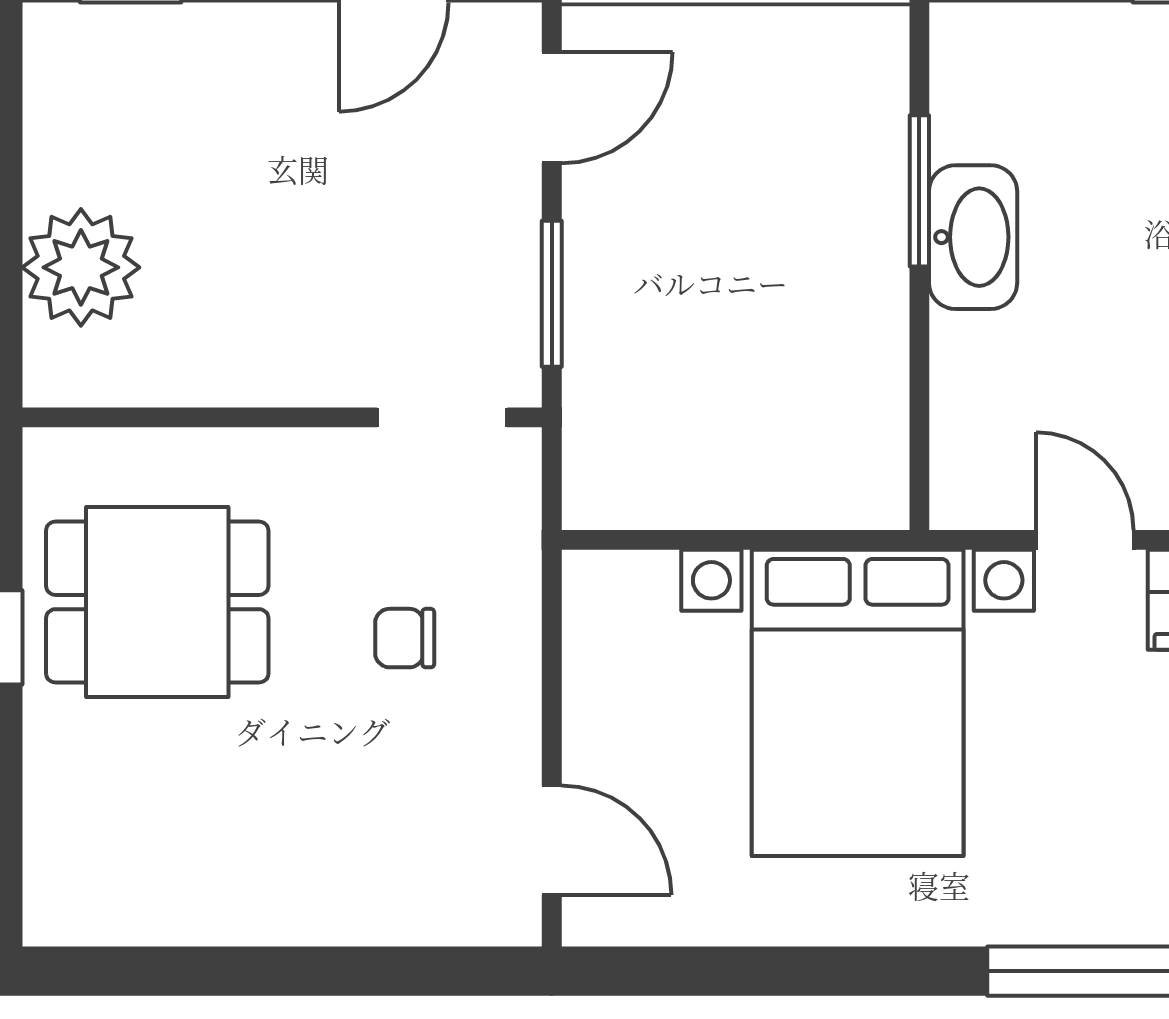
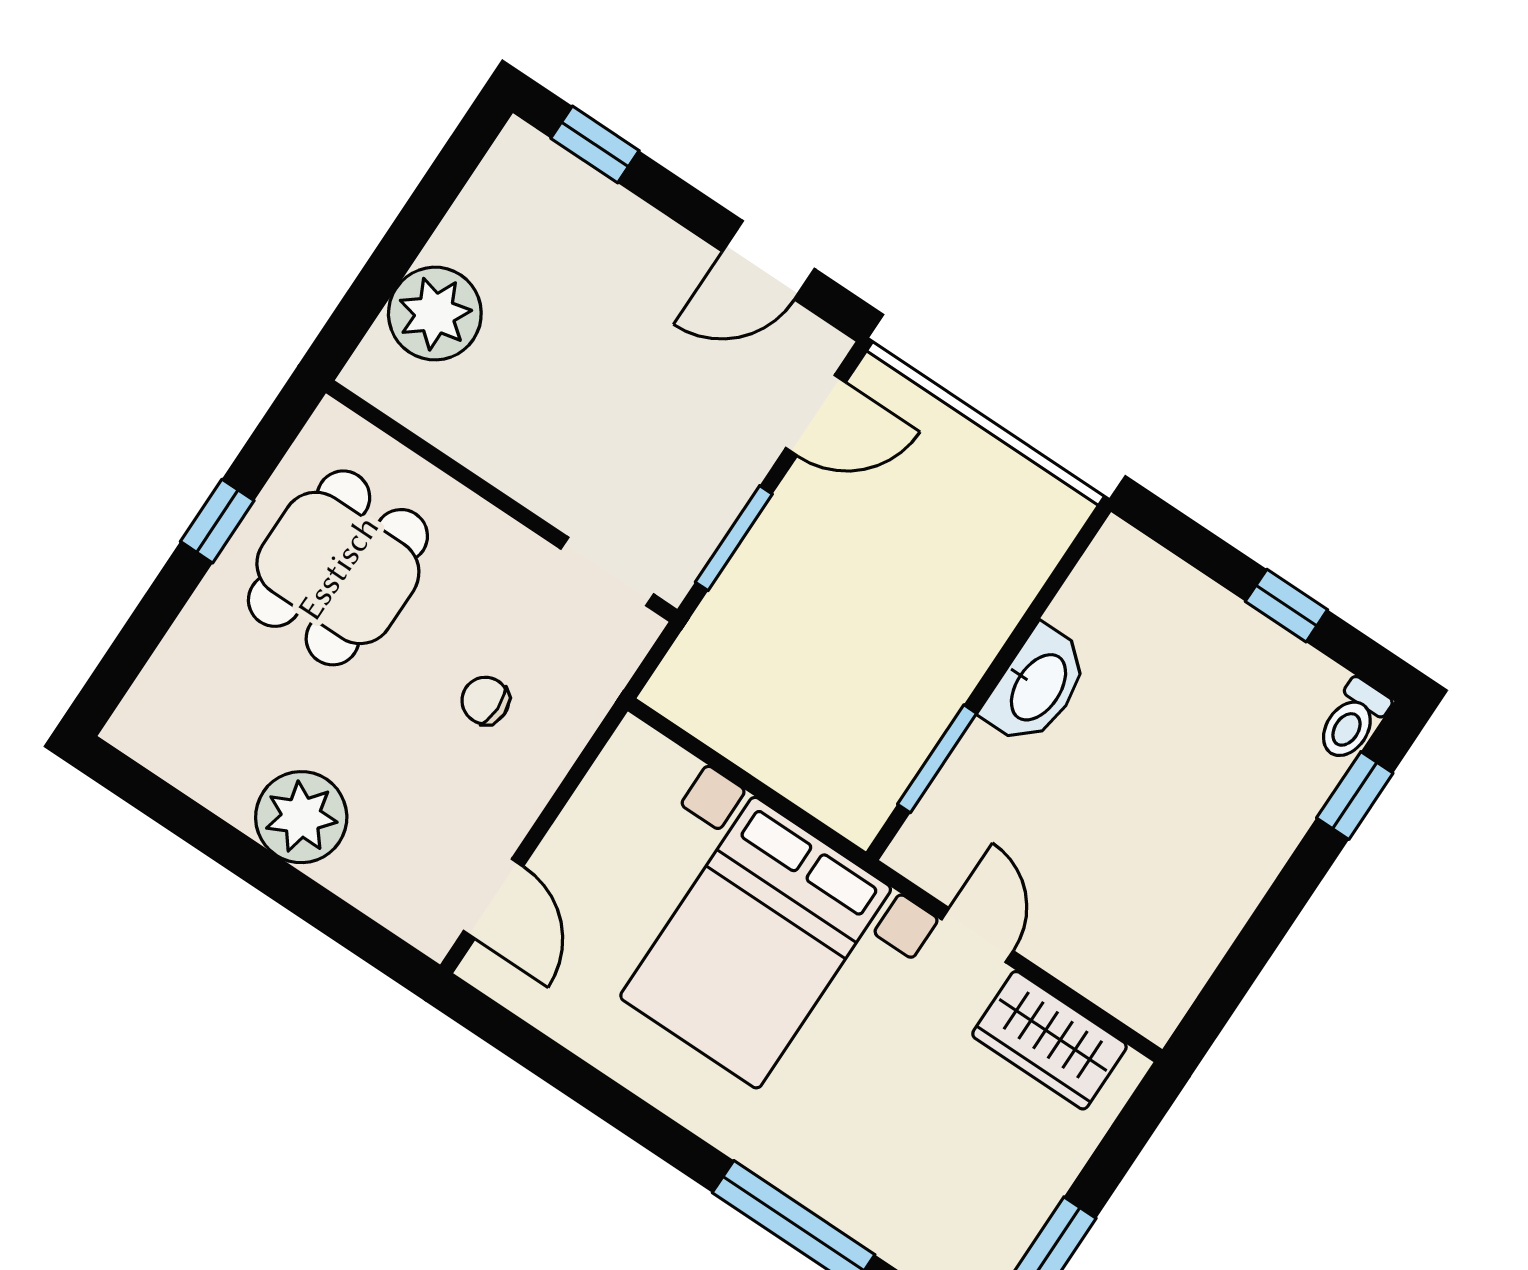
window: (919, 191) -> (937, 759), moved
dining table: (157, 602) -> (338, 568), turned 90
plant: (293, 889) -> (301, 817), added

